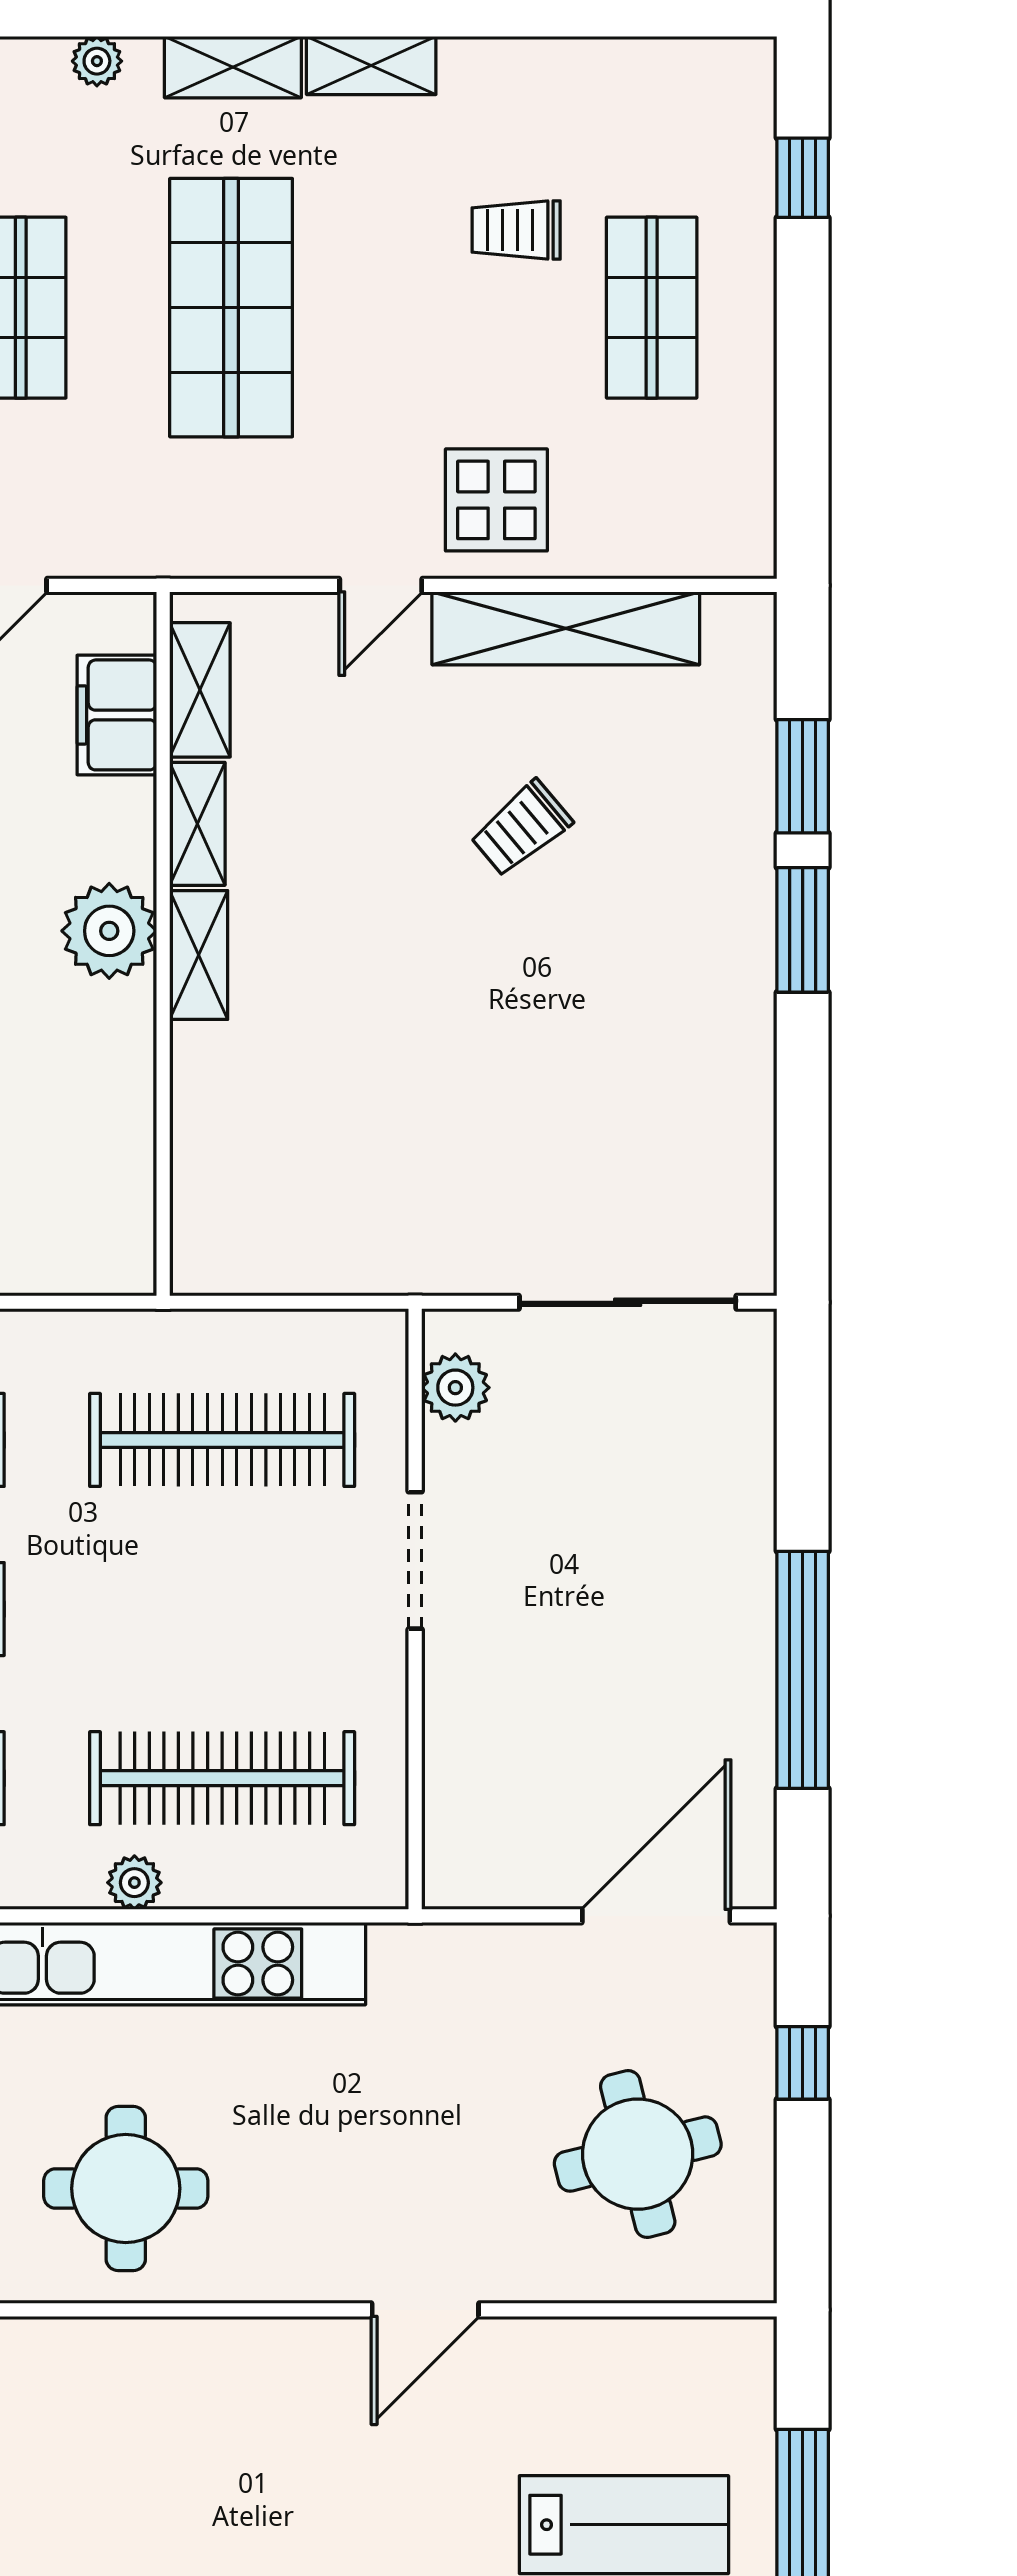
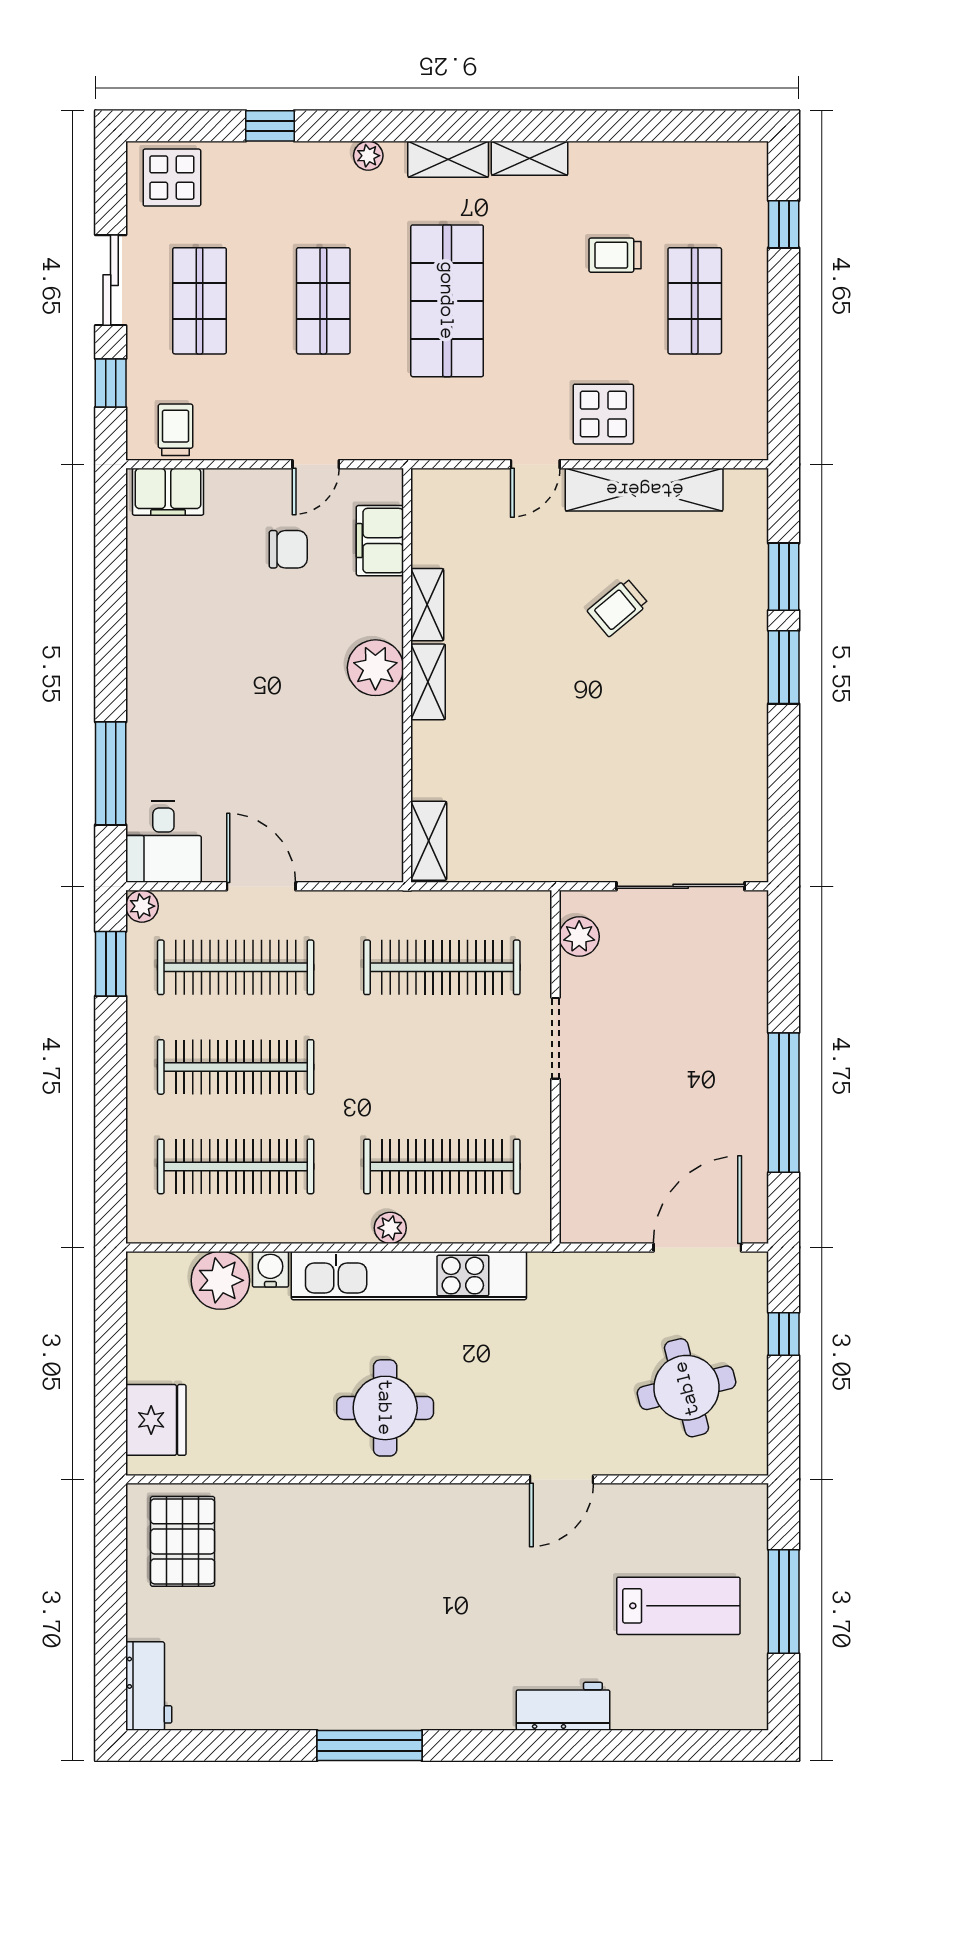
shelving: (200, 690) -> (429, 841), moved

